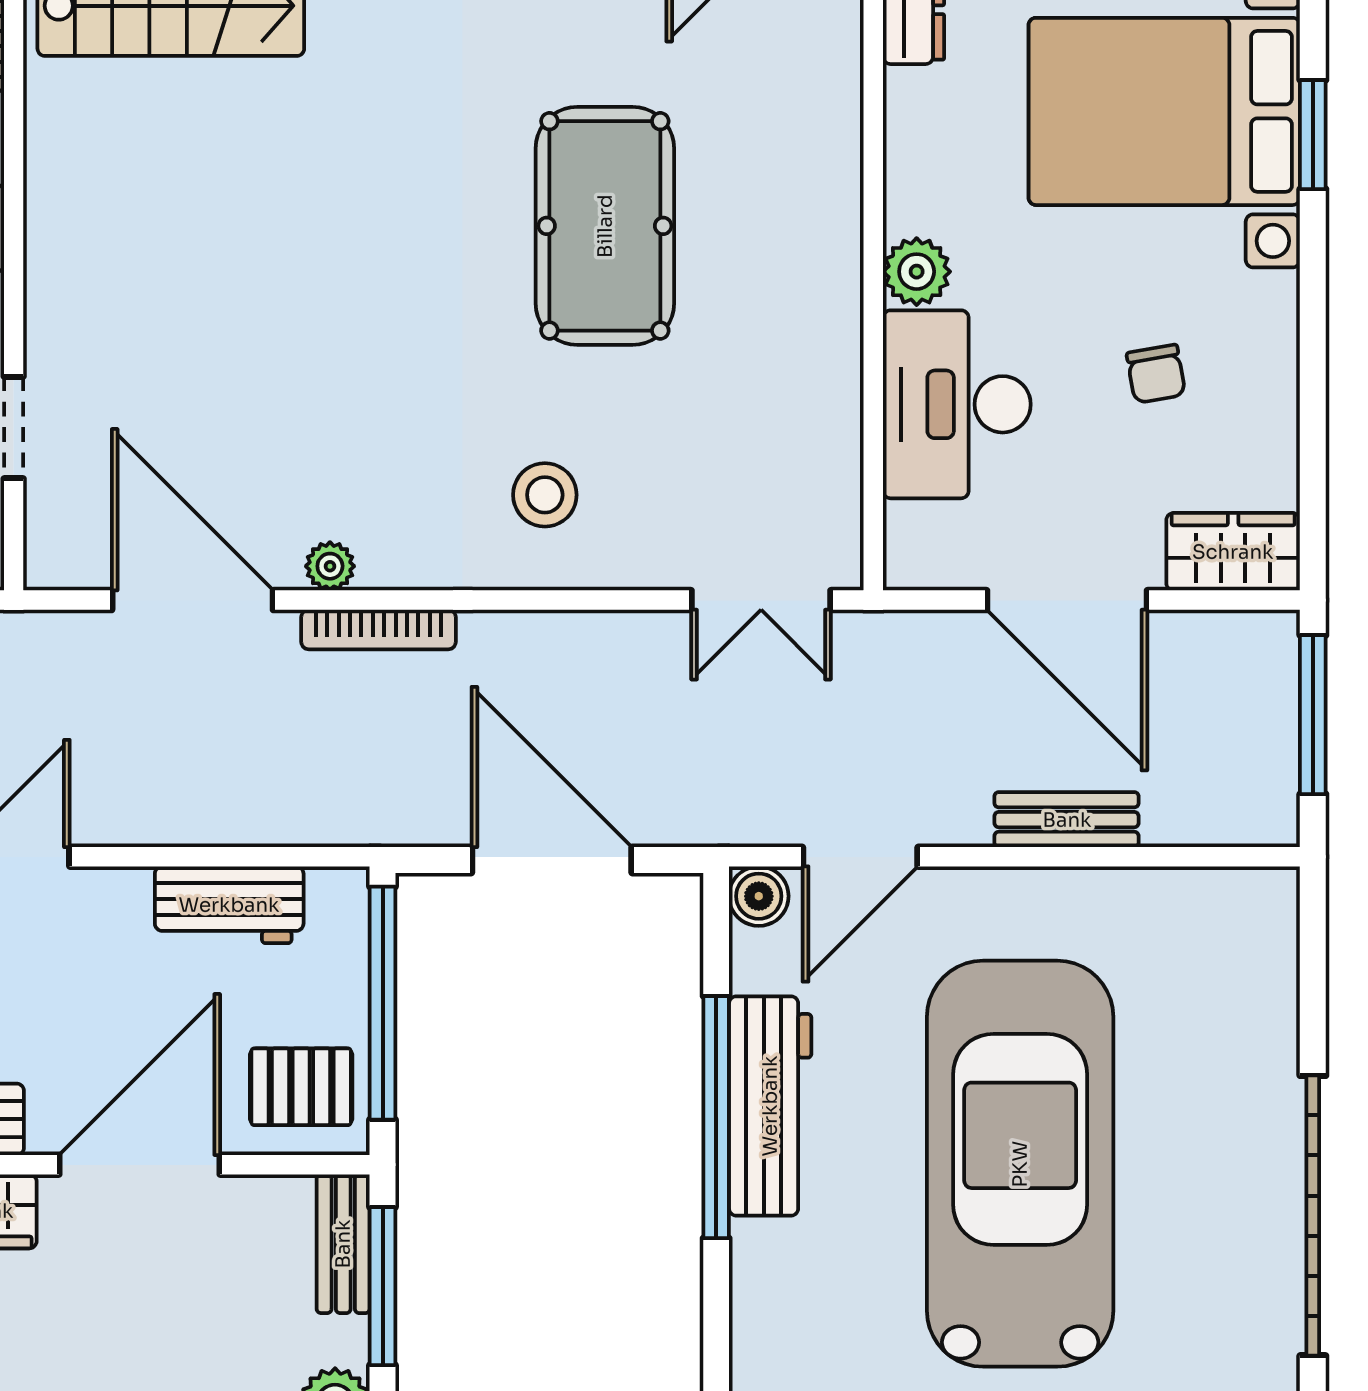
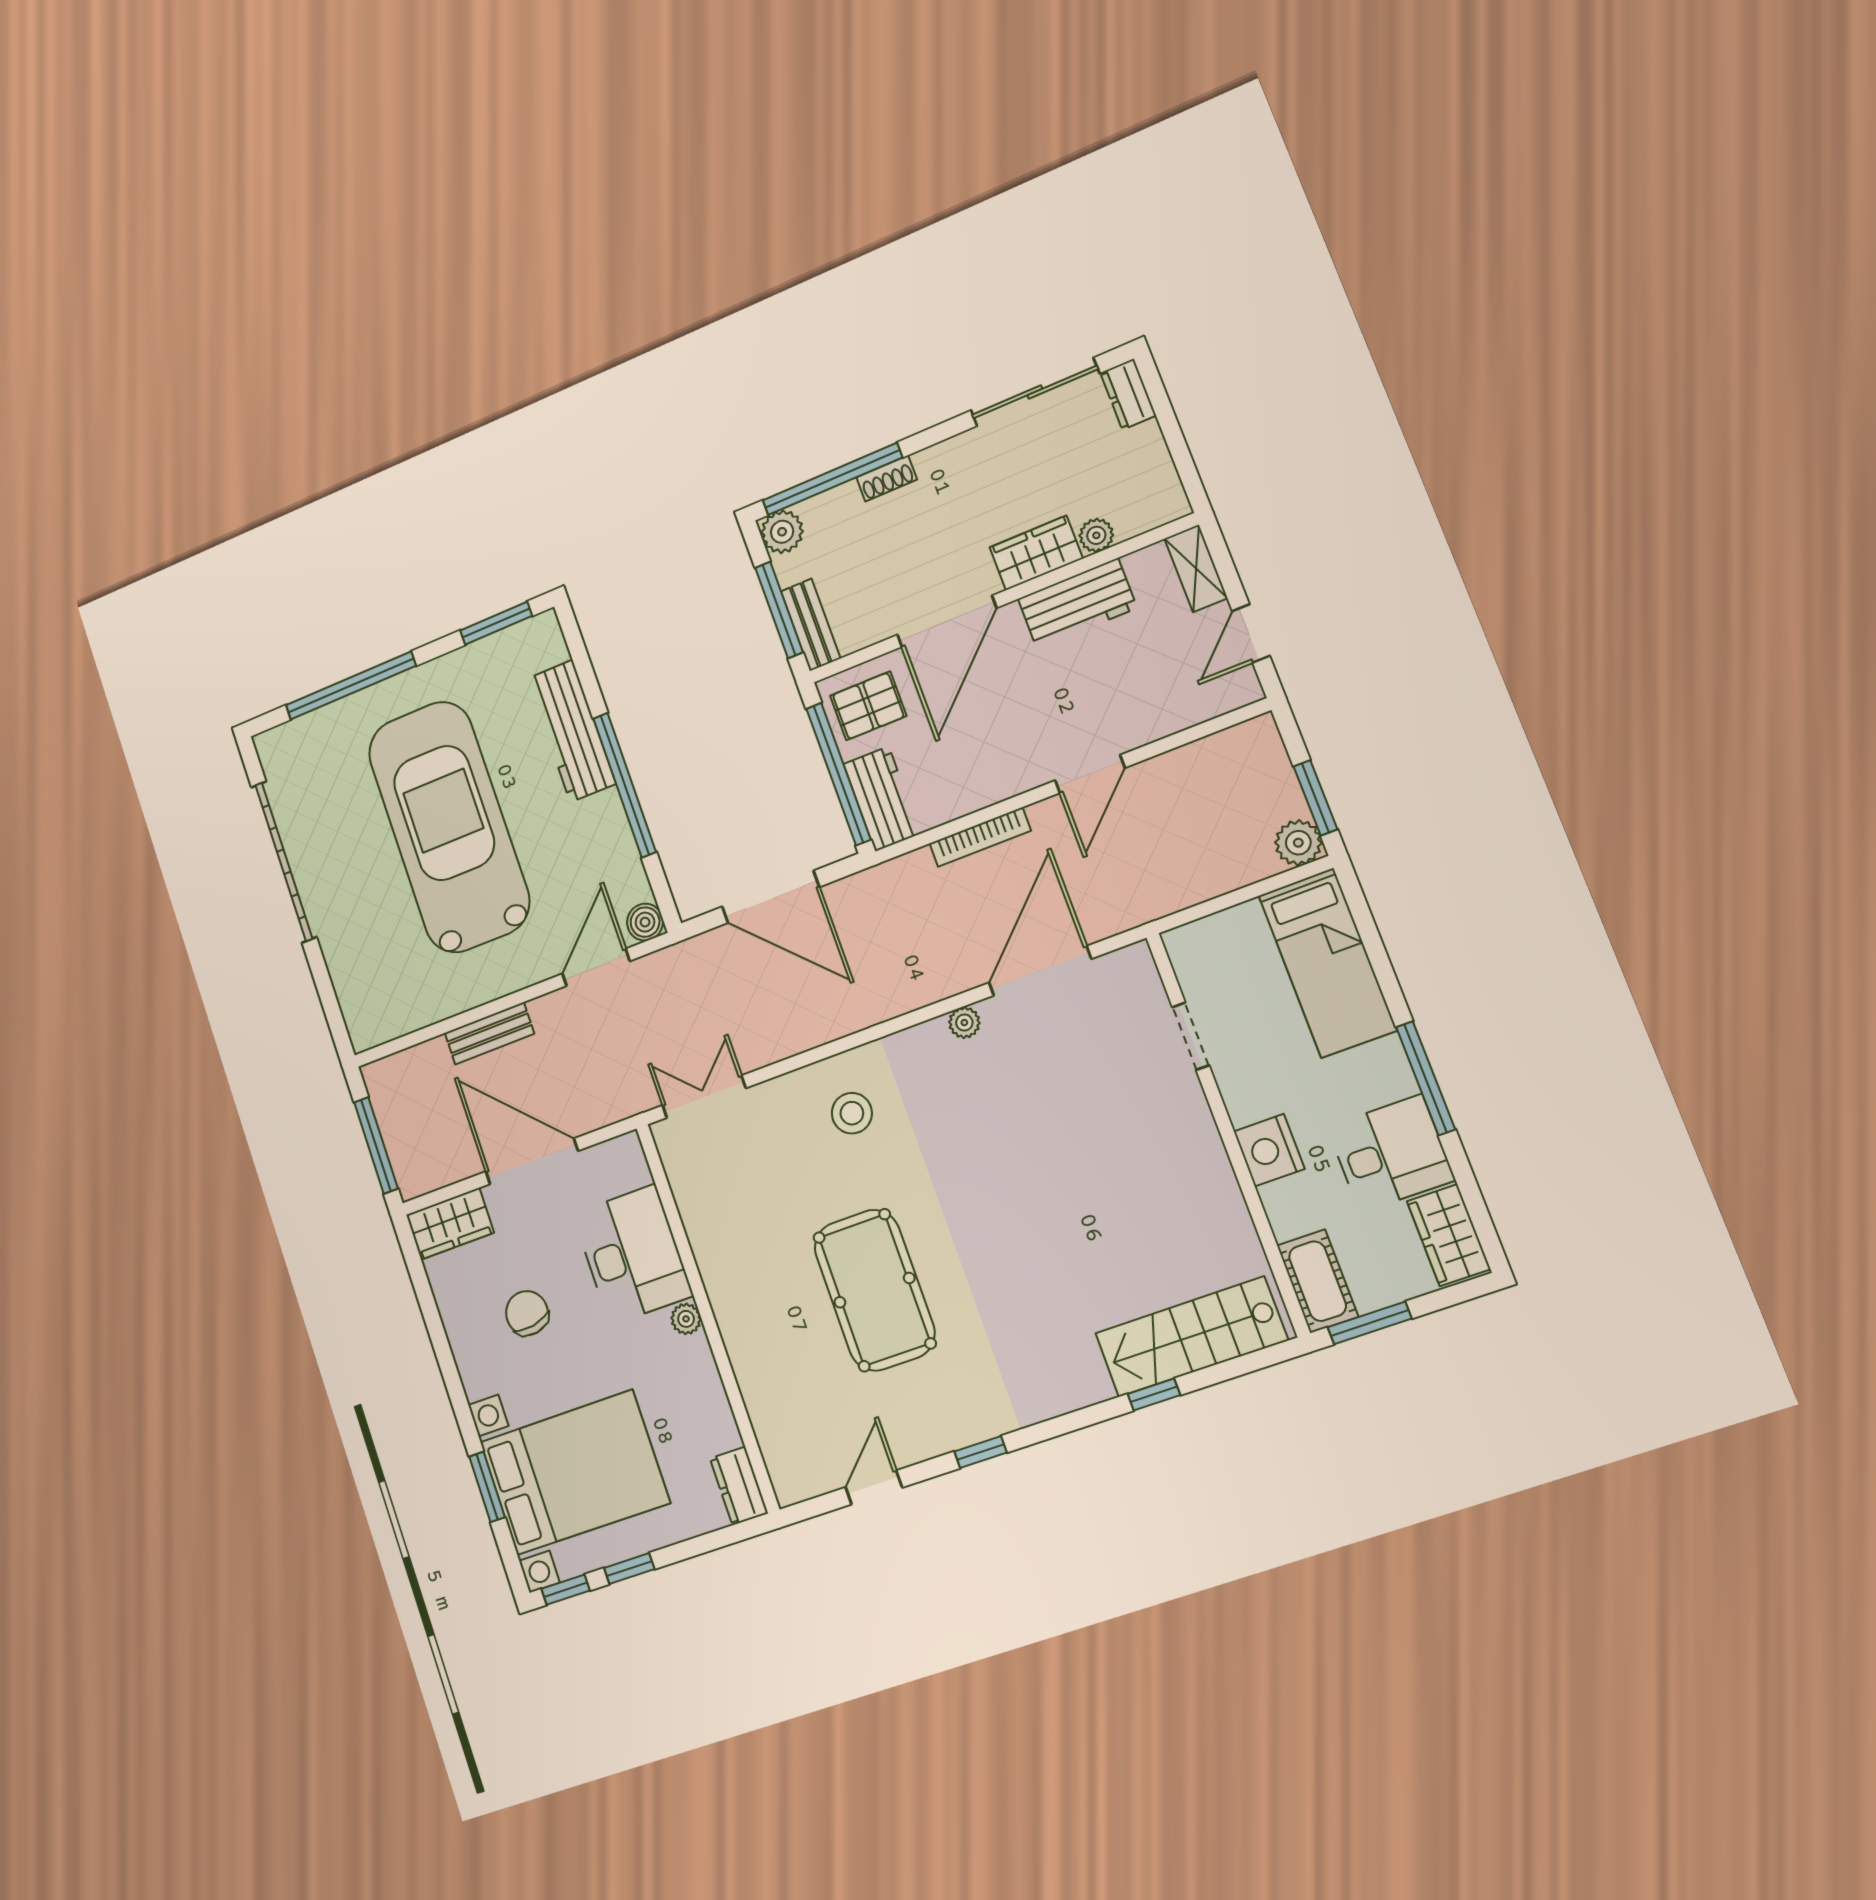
plant: (917, 272) -> (686, 1319), width x0.73, depth x0.73
chair: (1156, 374) -> (527, 1313), width x1.37, depth x1.37
door: (193, 600) -> (1040, 971), swing flipped
bookcase: (379, 630) -> (980, 837), moved, turned 180
workbench: (229, 905) -> (882, 799), moved, turned 90
workbench: (770, 1106) -> (572, 731), moved
car: (1020, 1164) -> (449, 827), turned 180

